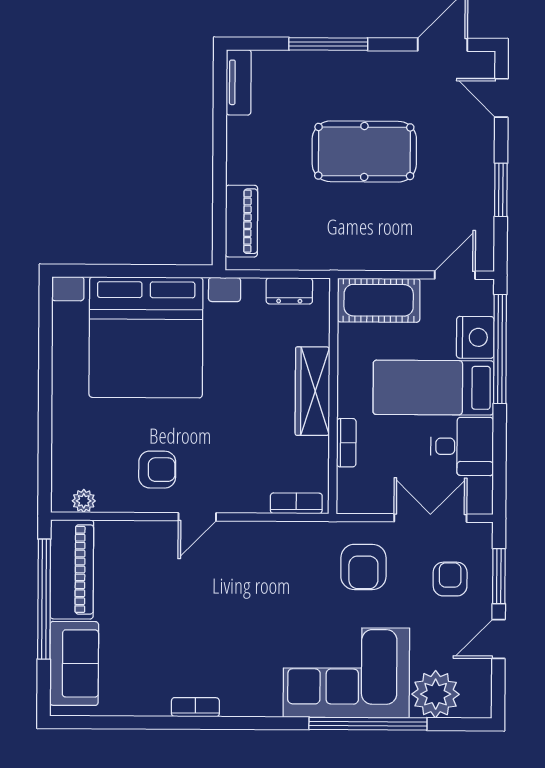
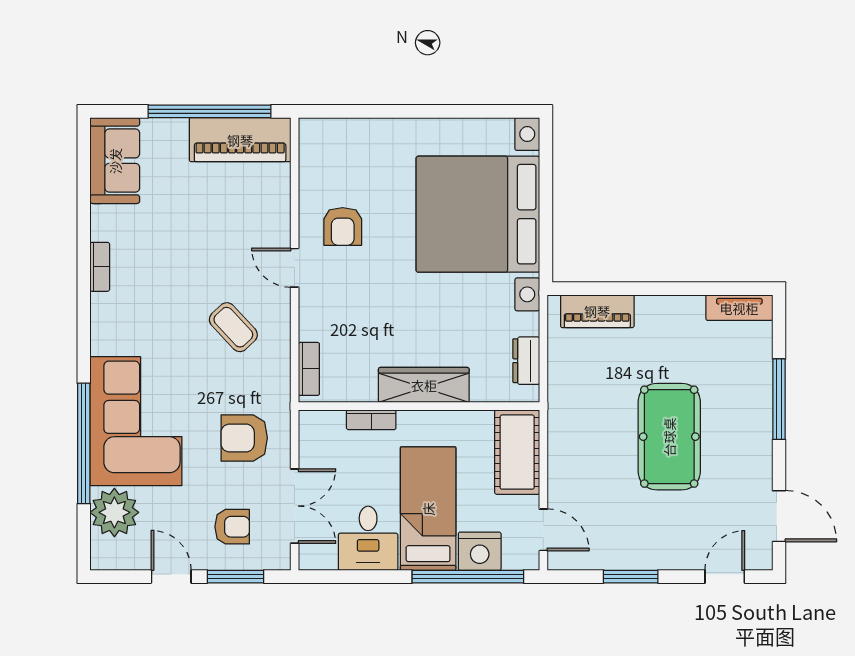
plant: (84, 501) -> (310, 151), removed
coffee table: (255, 577) -> (233, 327), added
sofa: (74, 663) -> (115, 161), moved, turned -90

